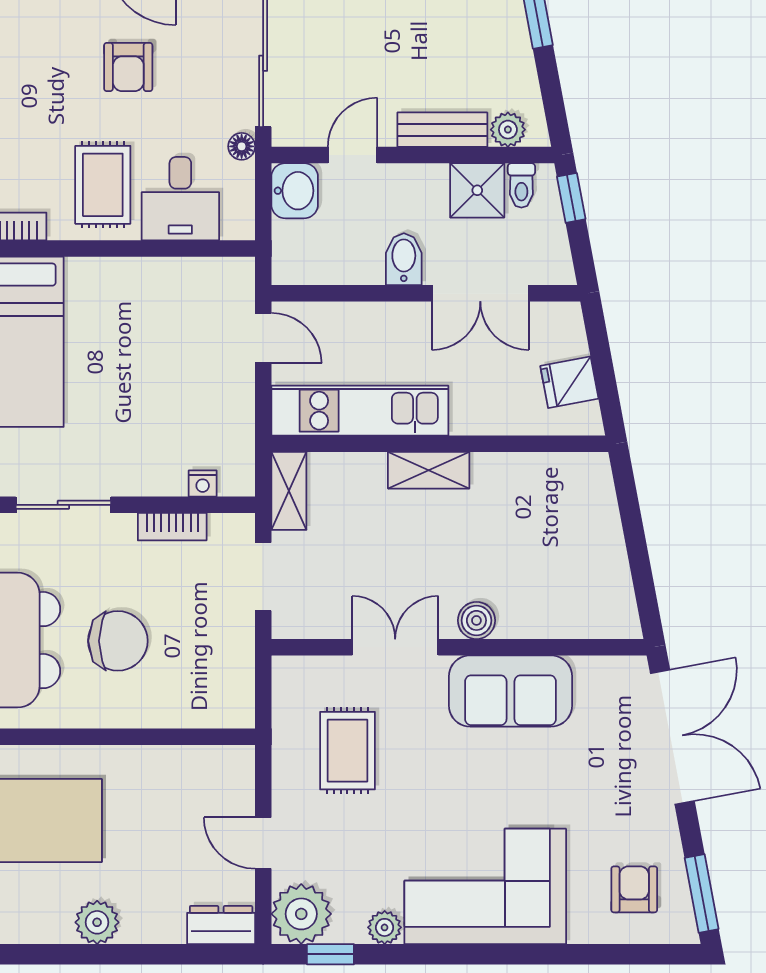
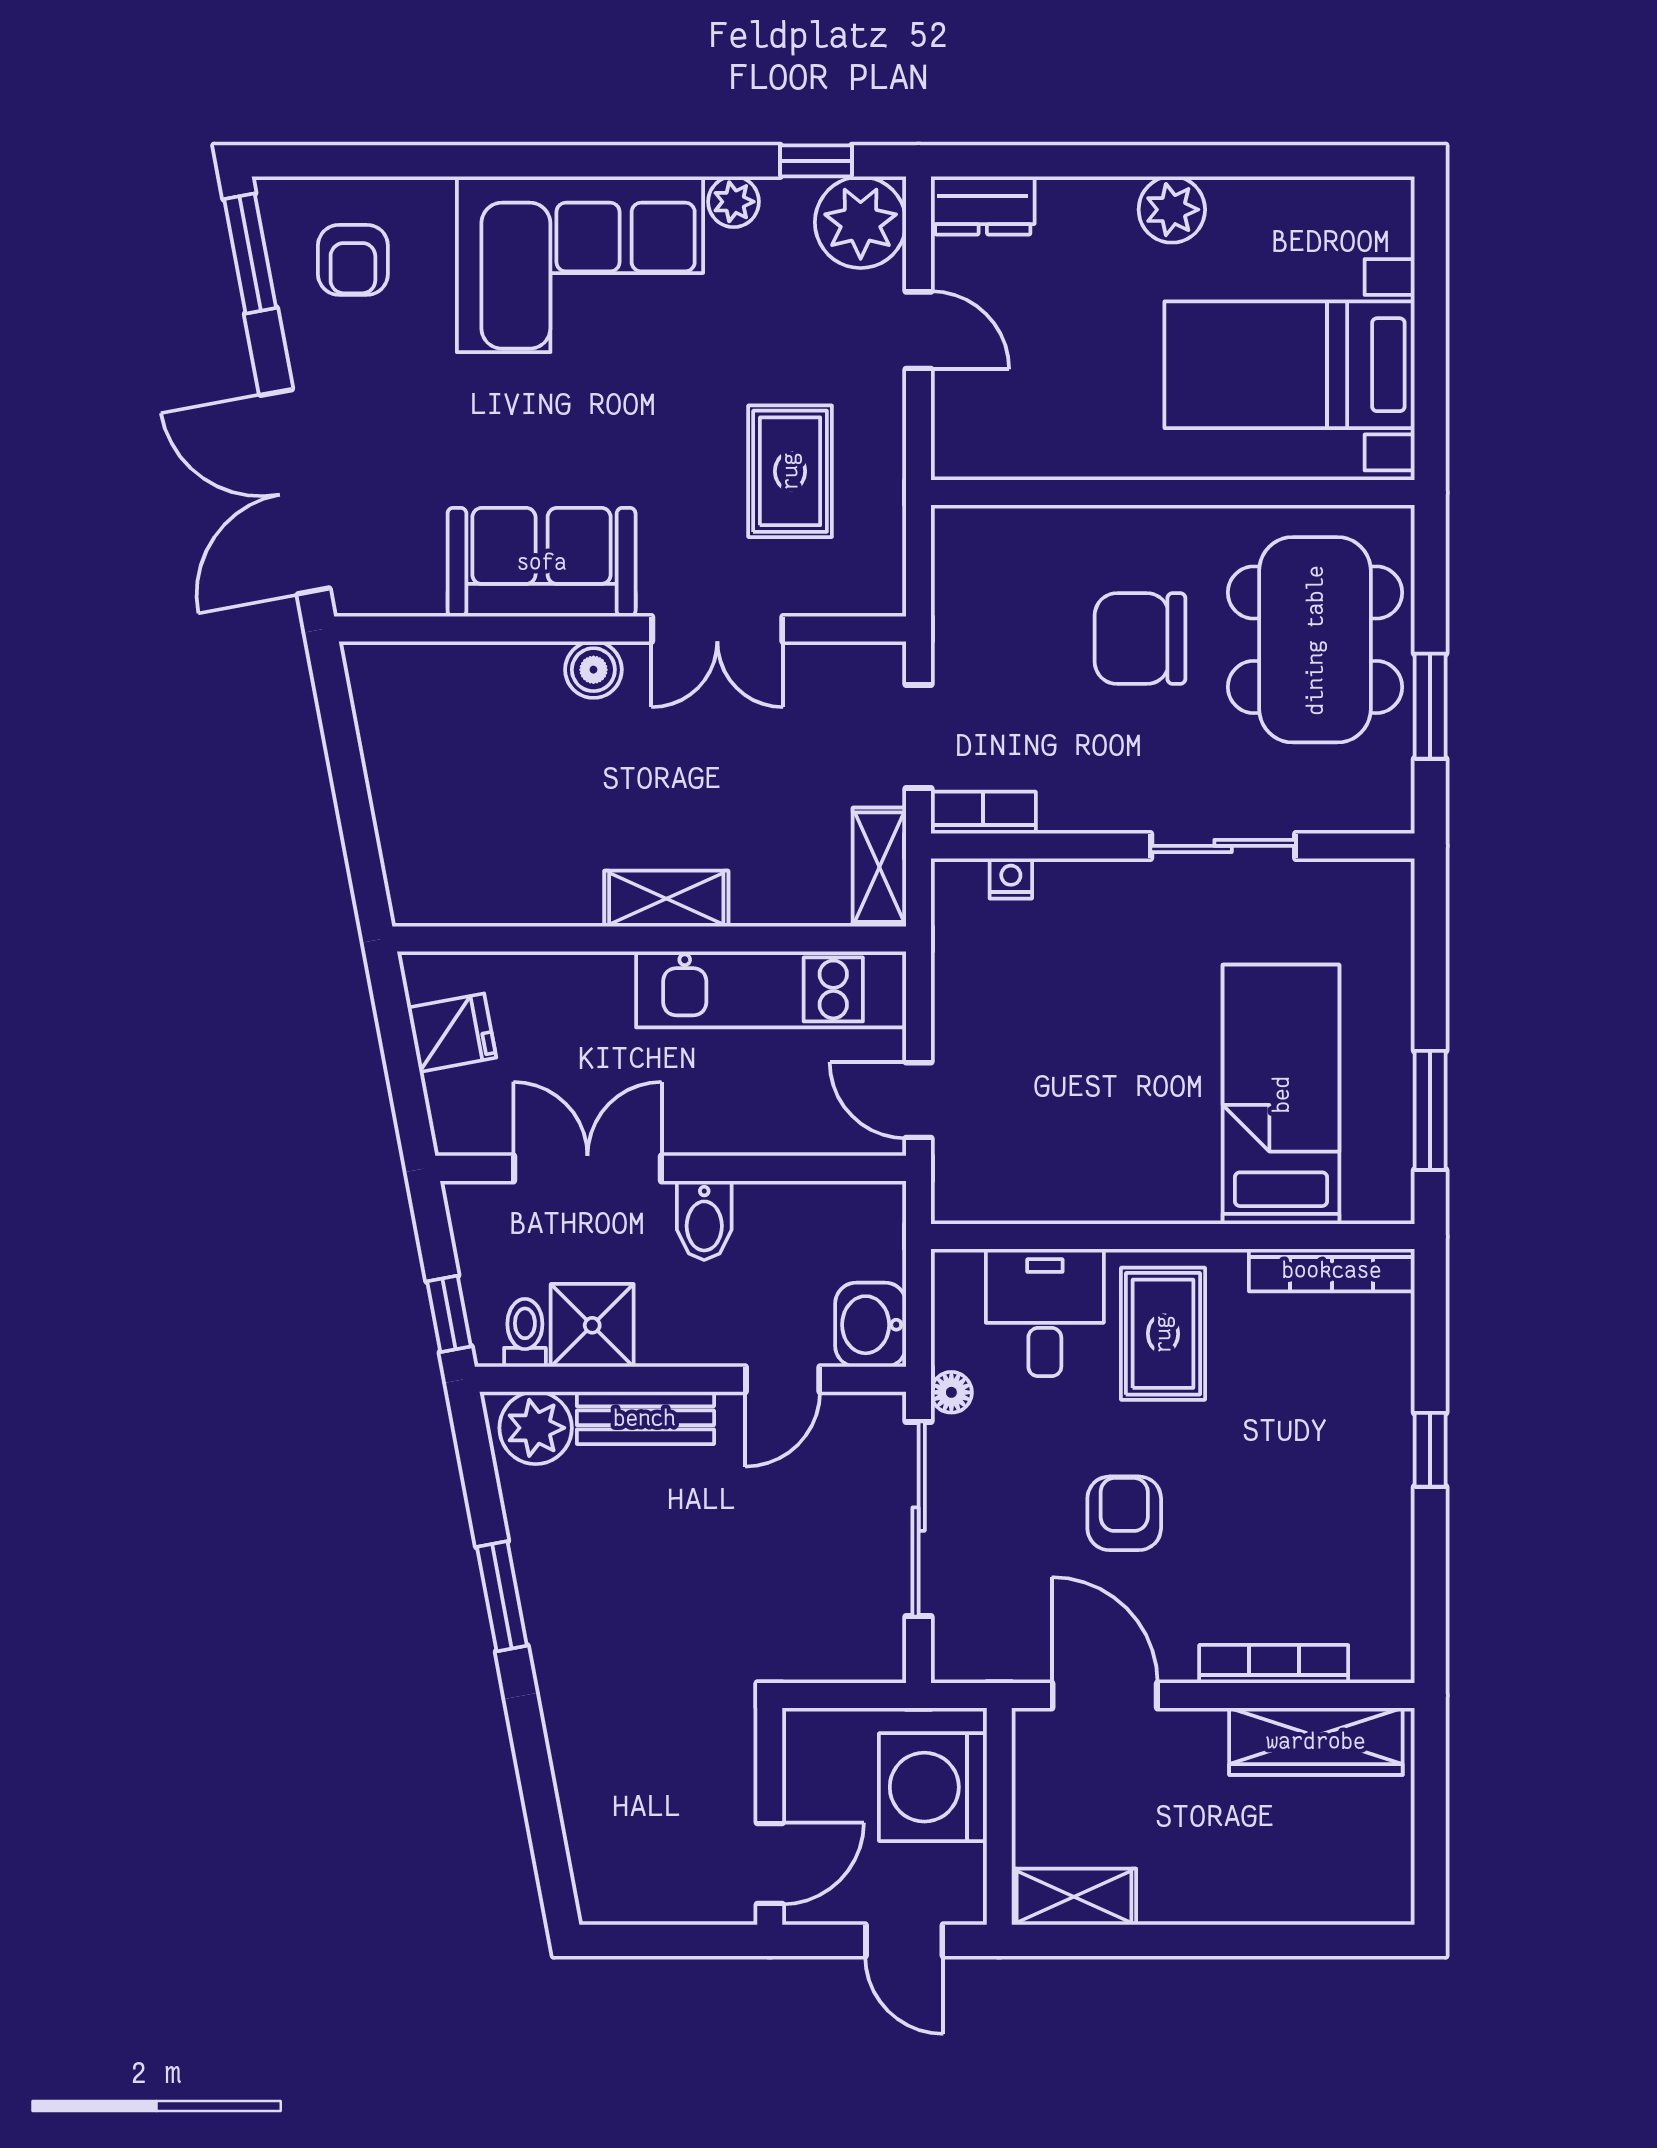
plant: (508, 130) -> (536, 1428), width x1.38, depth x1.38
bookcase: (172, 527) -> (983, 813), moved

